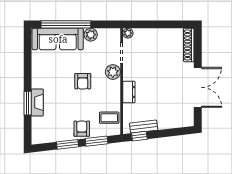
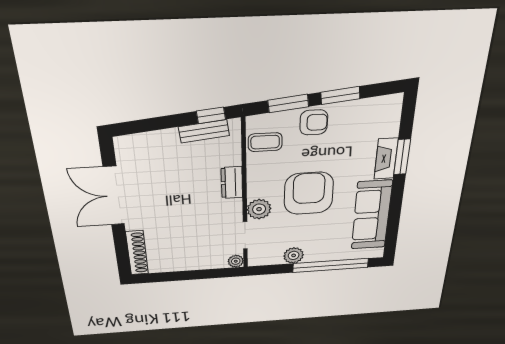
sofa: (58, 39) -> (372, 215), moved, turned -90
armchair: (83, 81) -> (309, 193), width x1.88, depth x1.88
armchair: (82, 129) -> (314, 122), turned -90

